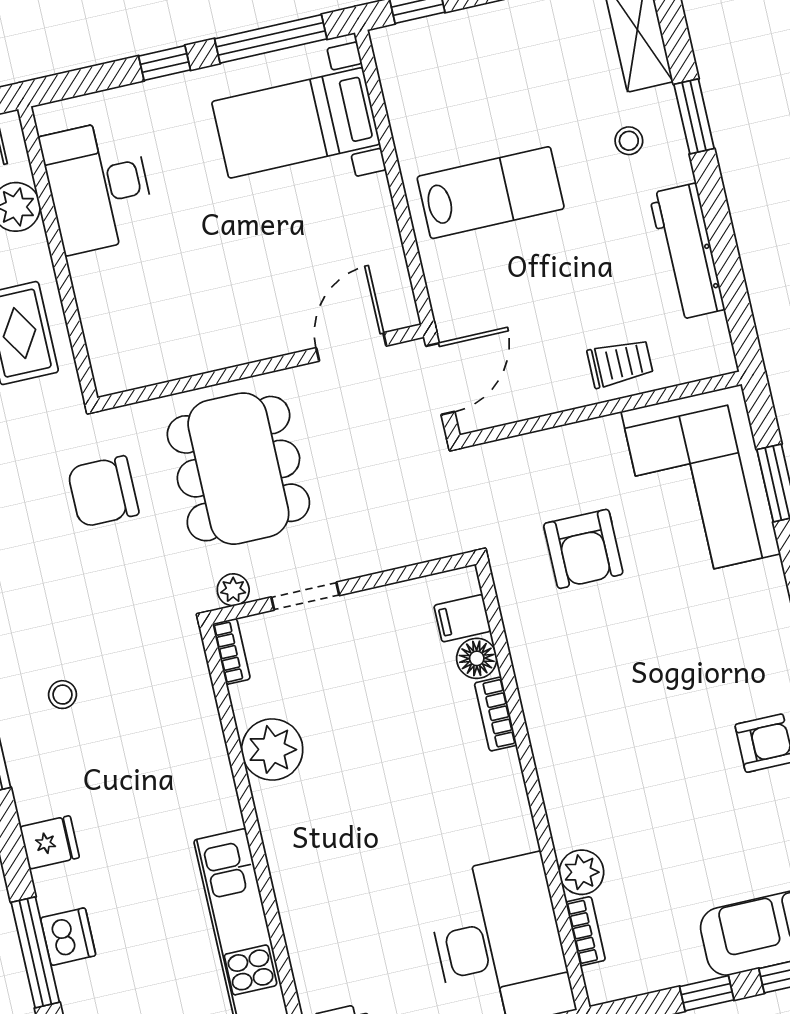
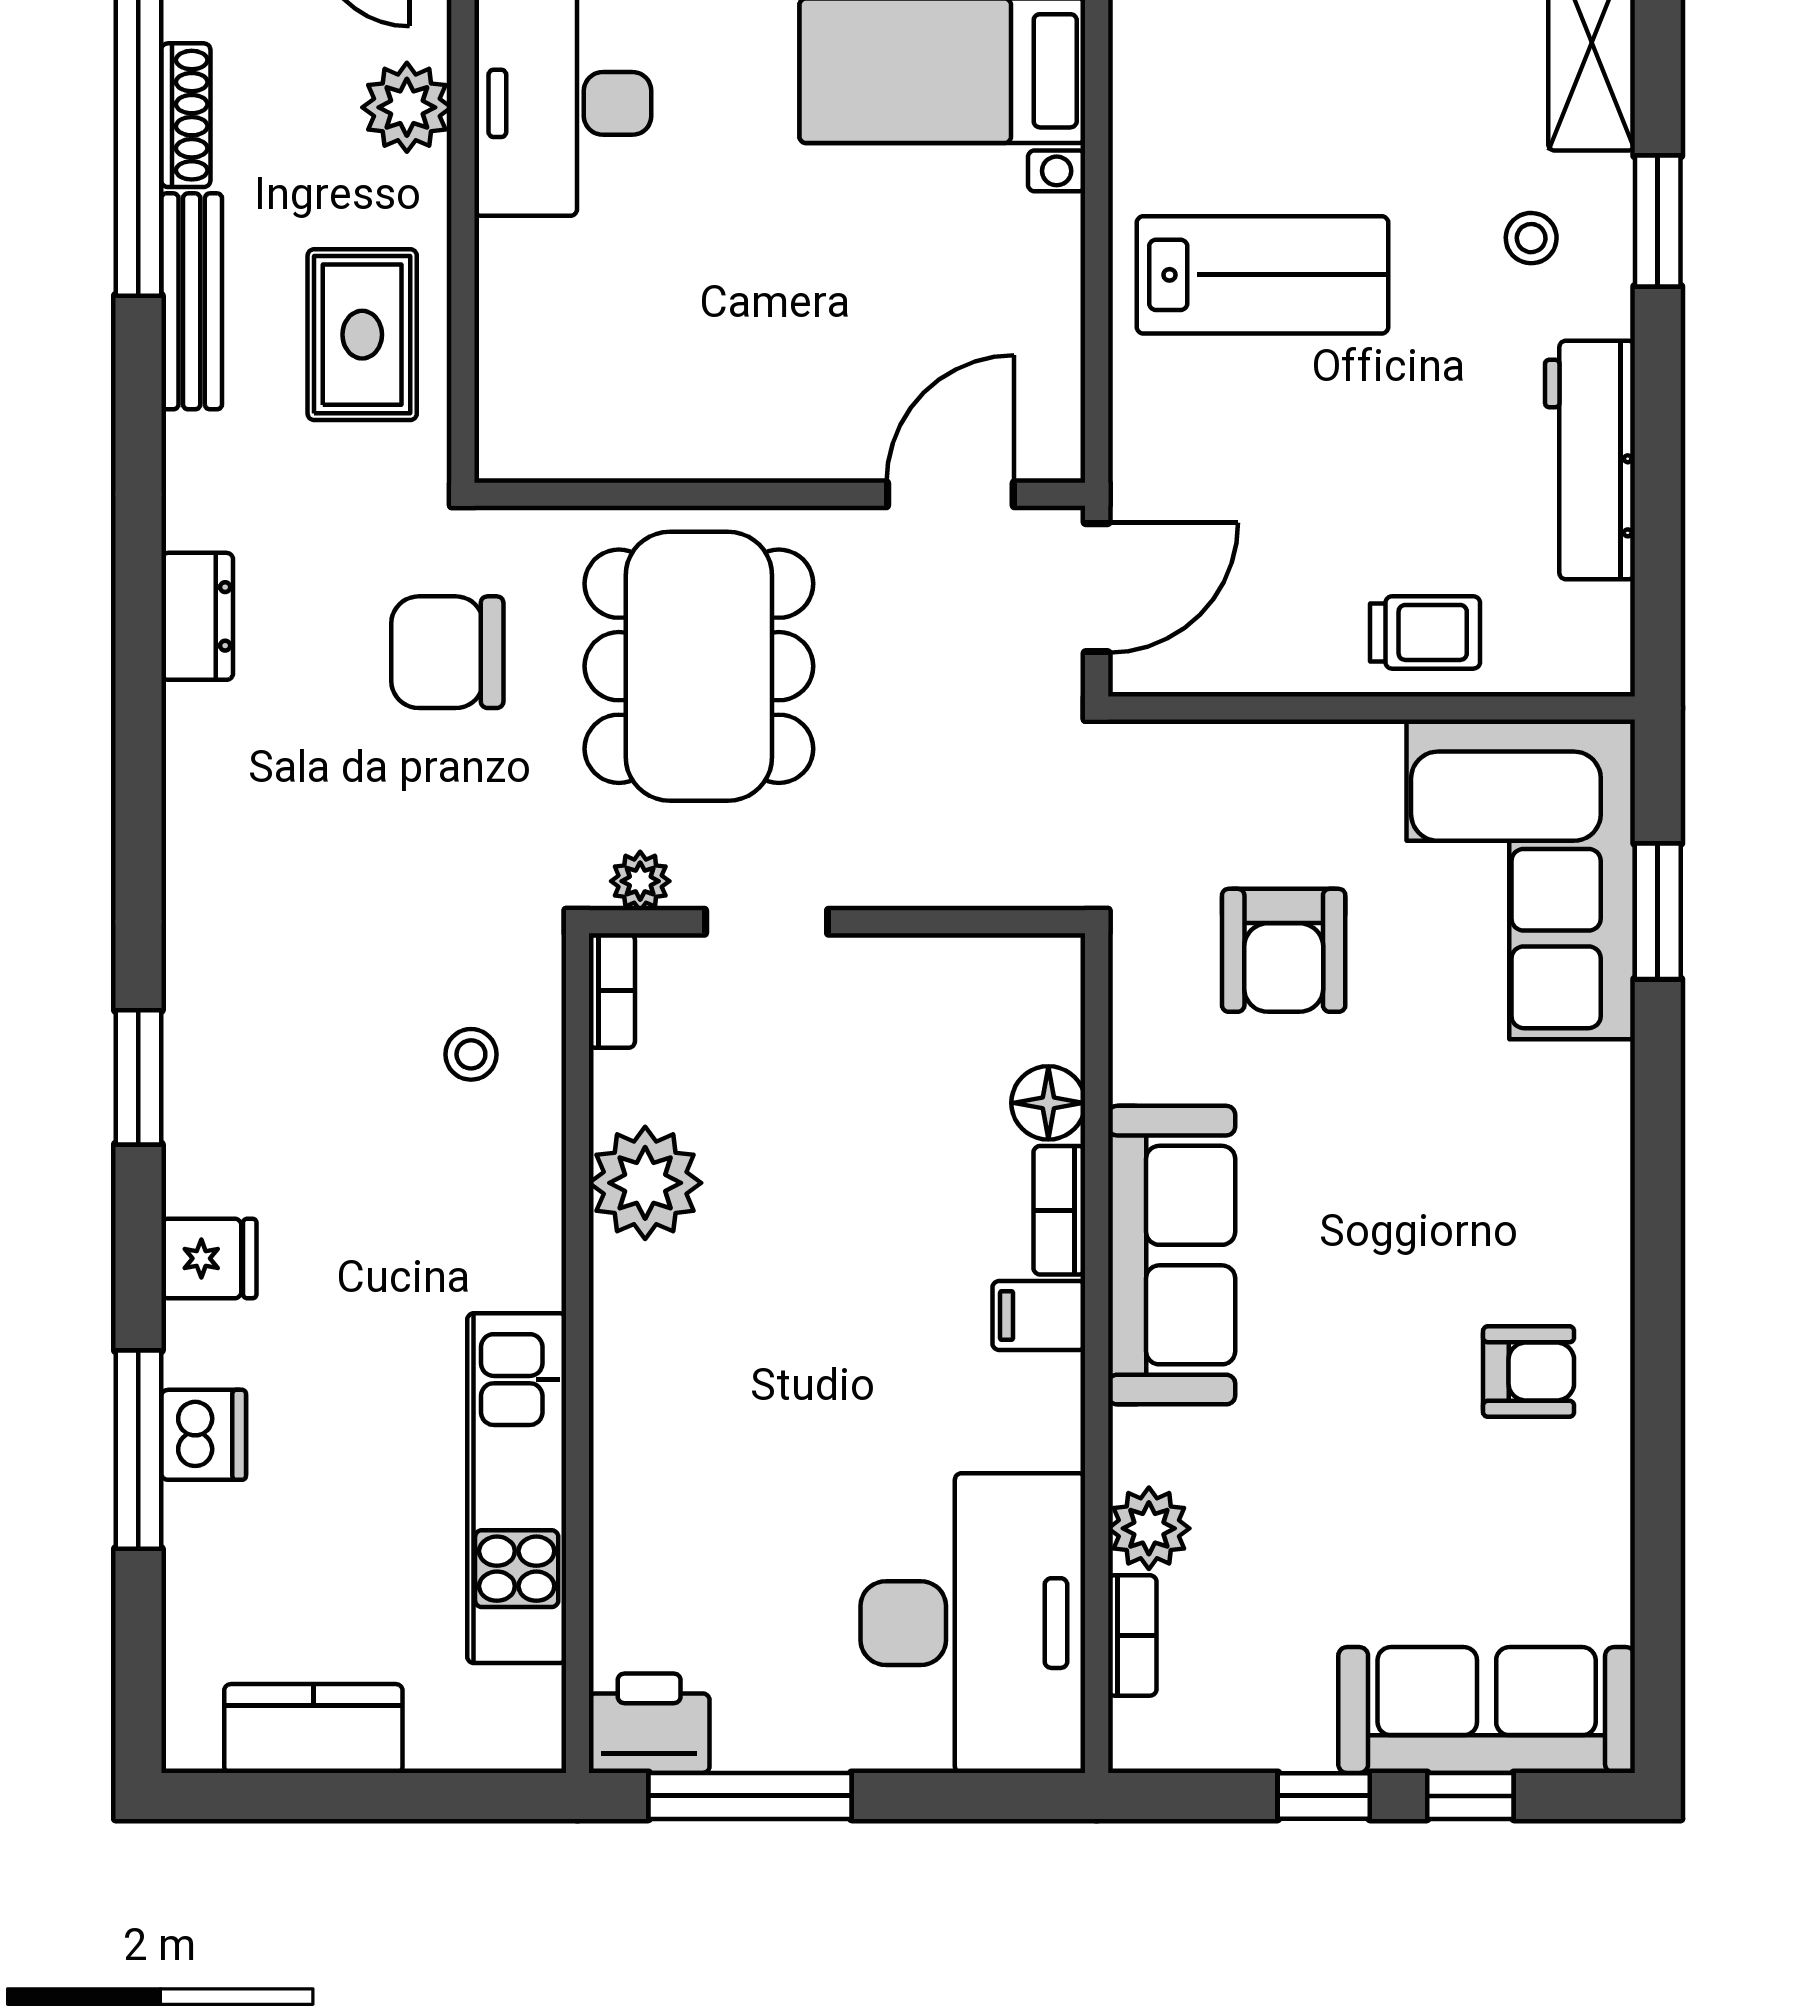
filing cabinet: (462, 618) -> (1039, 1315), moved
stool: (63, 695) -> (471, 1054), moved
sofa: (561, 724) -> (1172, 1255), added

